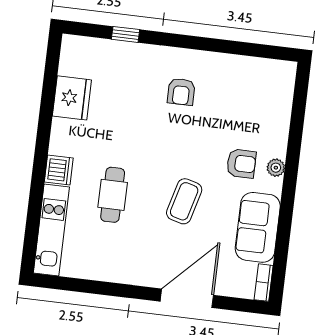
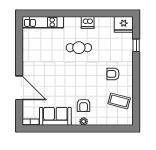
fridge: (72, 98) -> (124, 24), moved
dishwasher: (59, 170) -> (88, 22), moved
cafe table: (113, 195) -> (79, 48), moved
coffee table: (184, 201) -> (119, 101), moved

